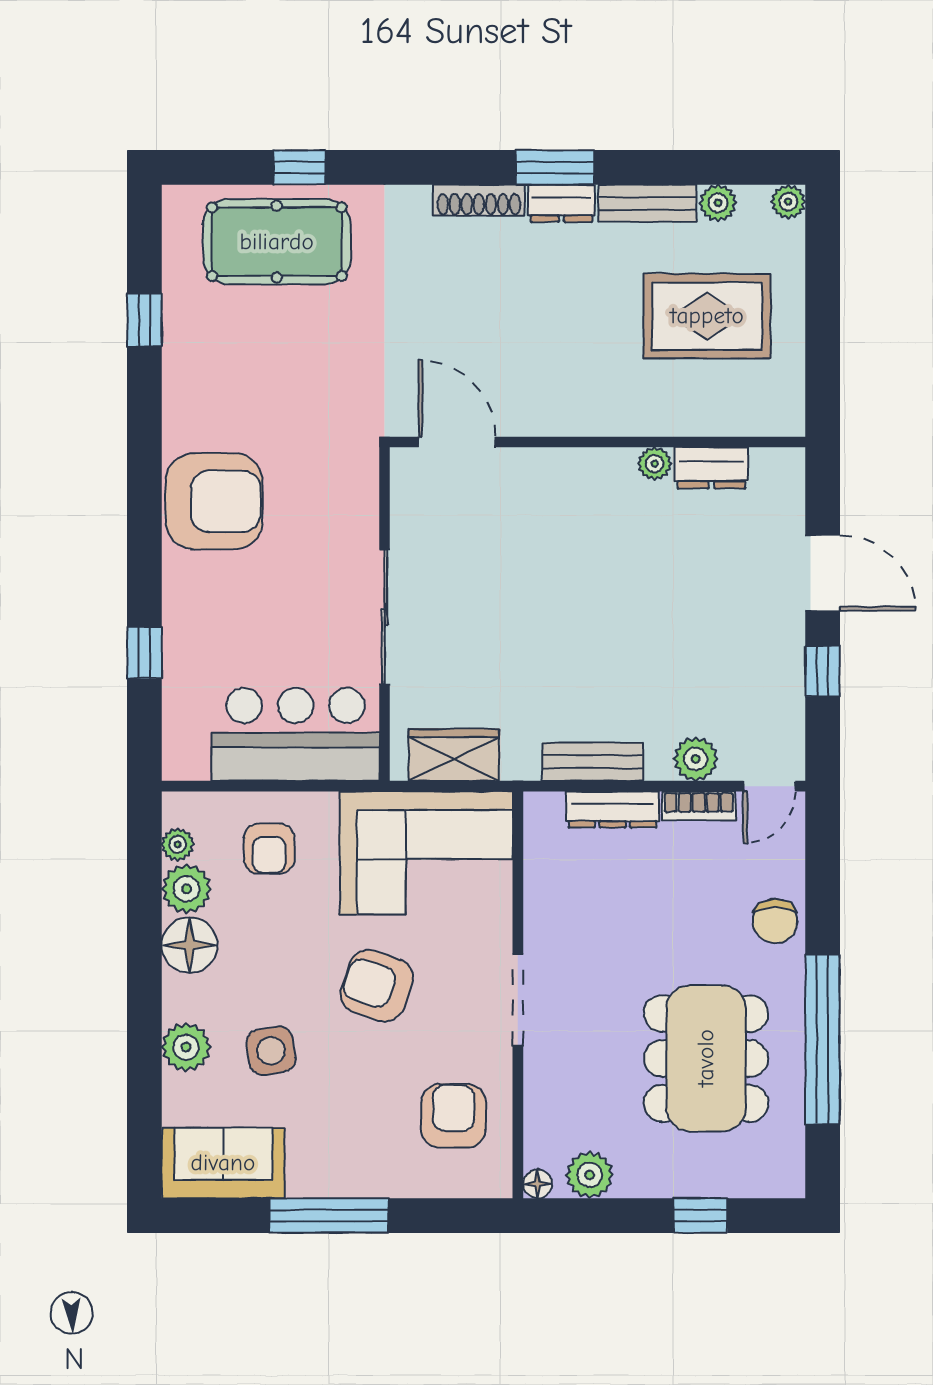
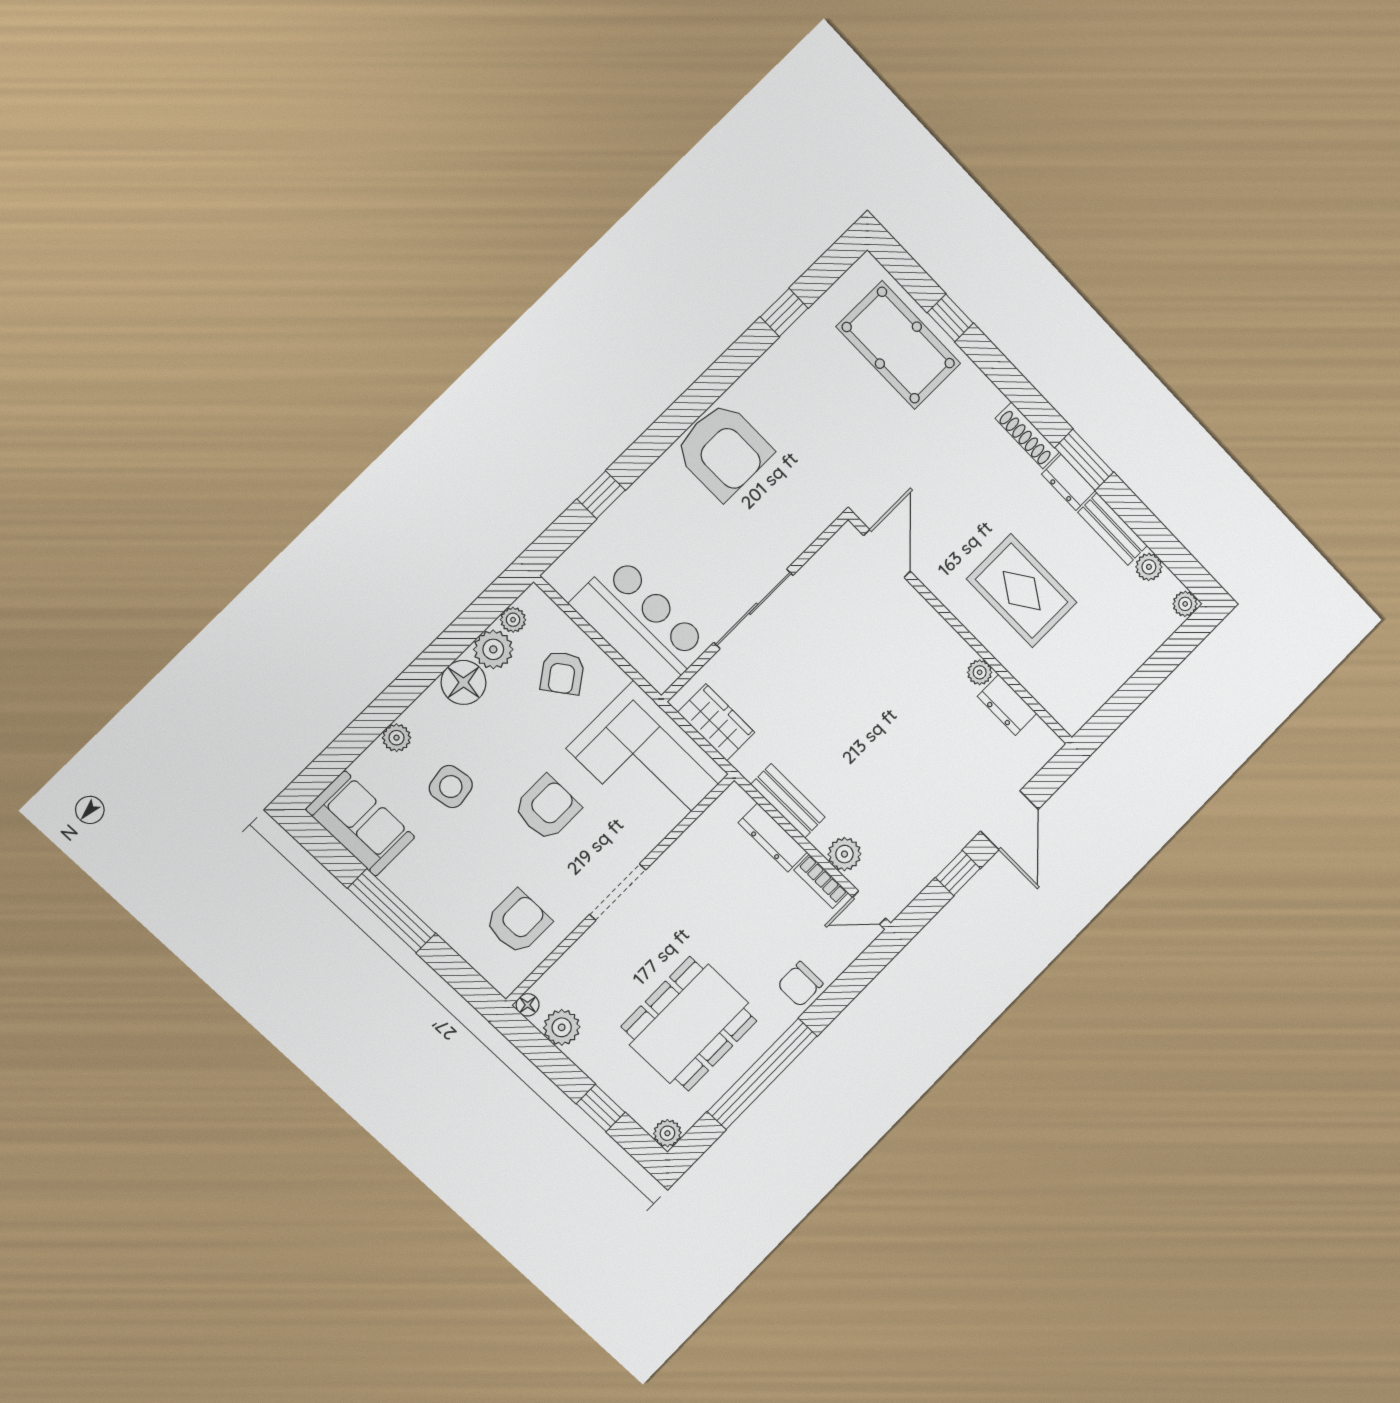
rug: (707, 316) -> (1022, 591), moved
armchair: (269, 849) -> (562, 673), turned -36
armchair: (377, 986) -> (547, 808), turned 71
plant: (186, 1047) -> (397, 738), width x0.73, depth x0.73
plant: (787, 1180) -> (667, 1133), added

